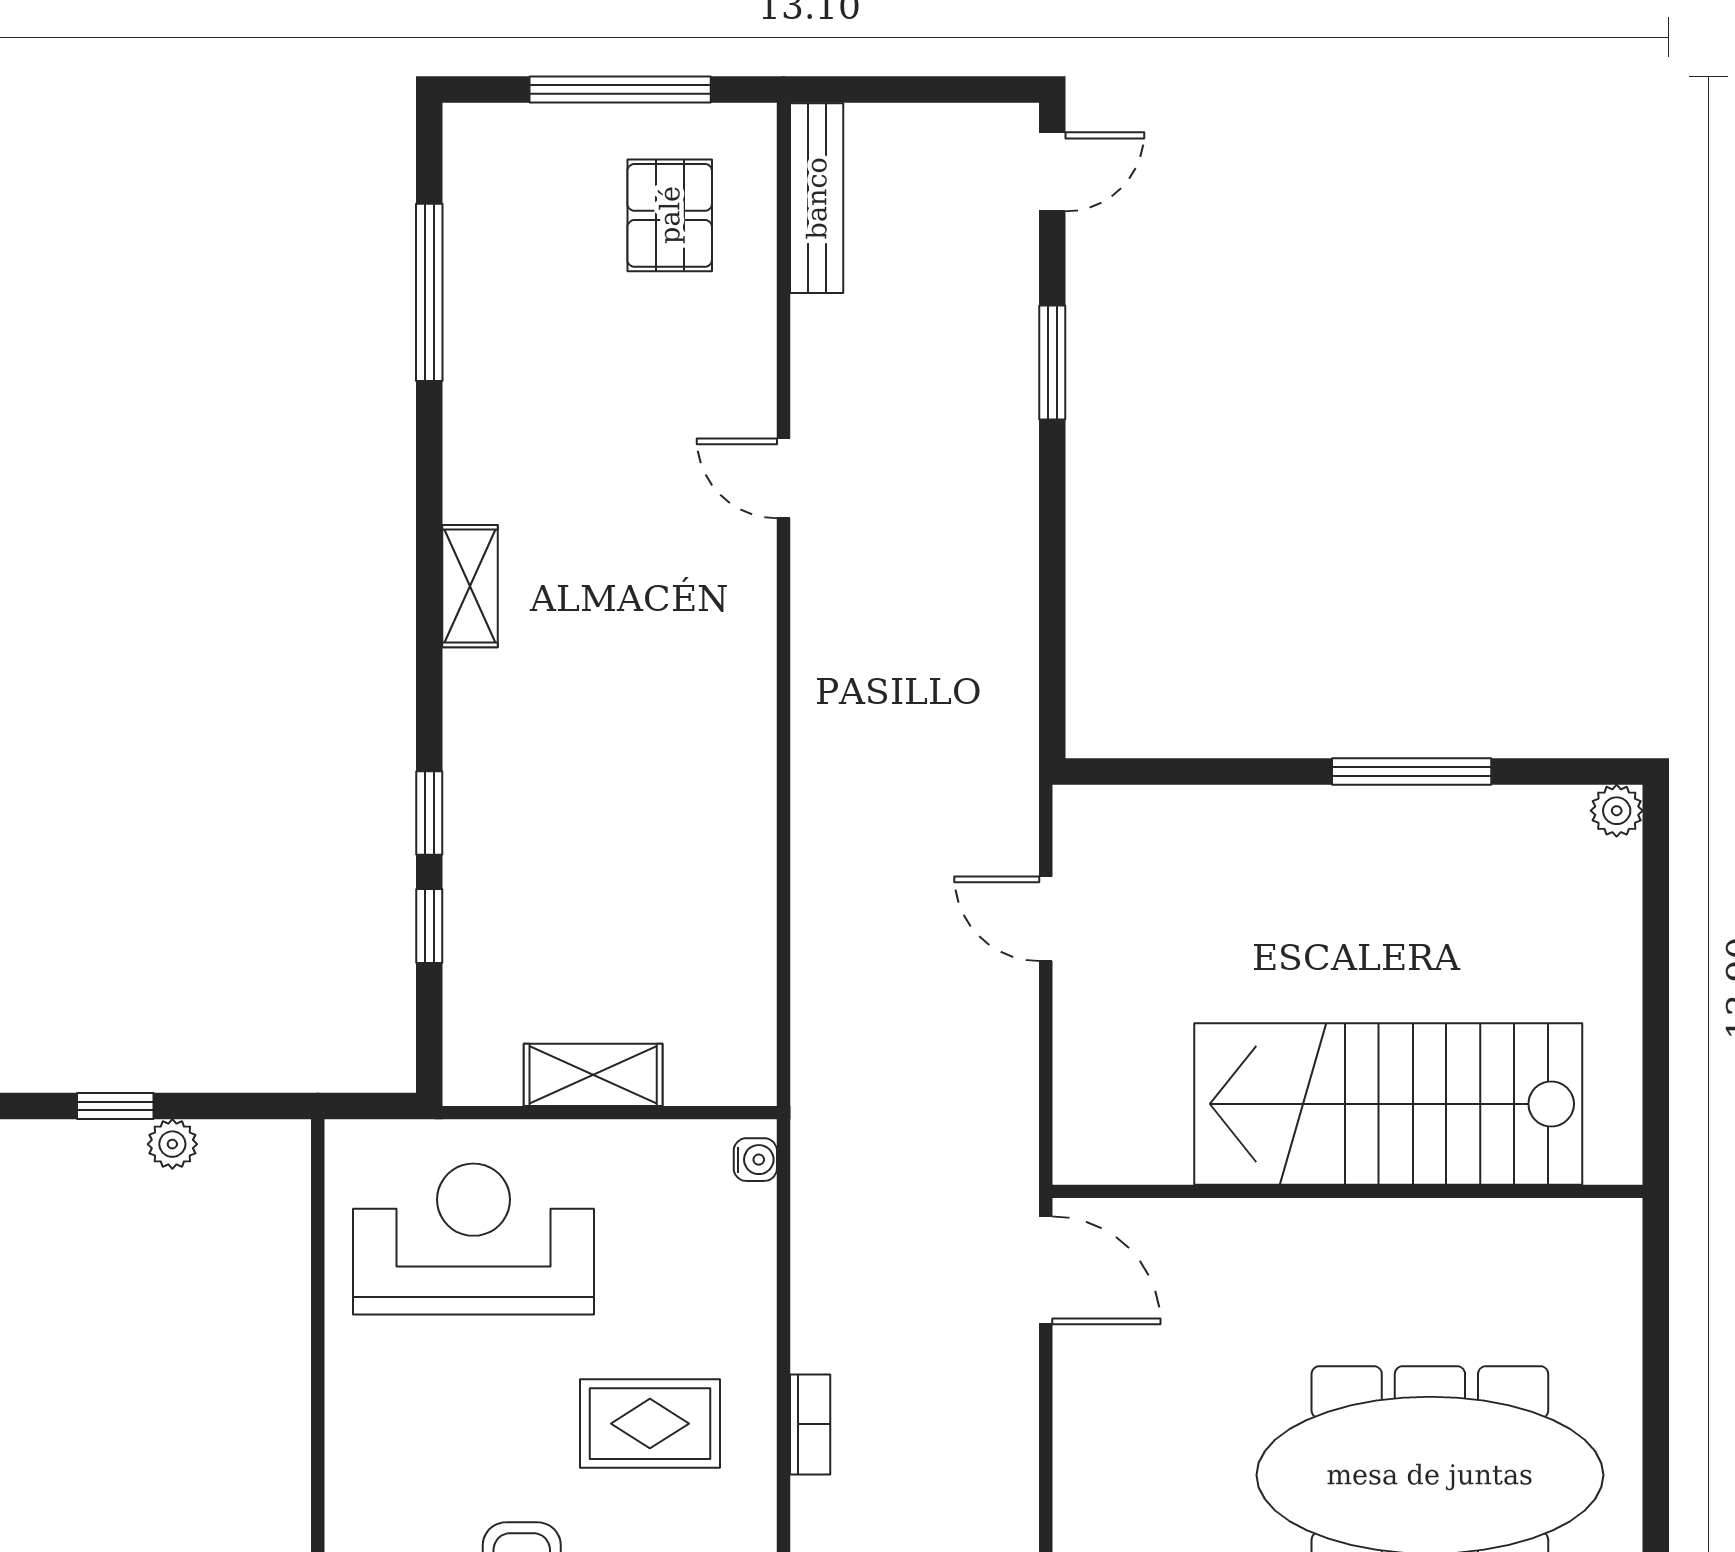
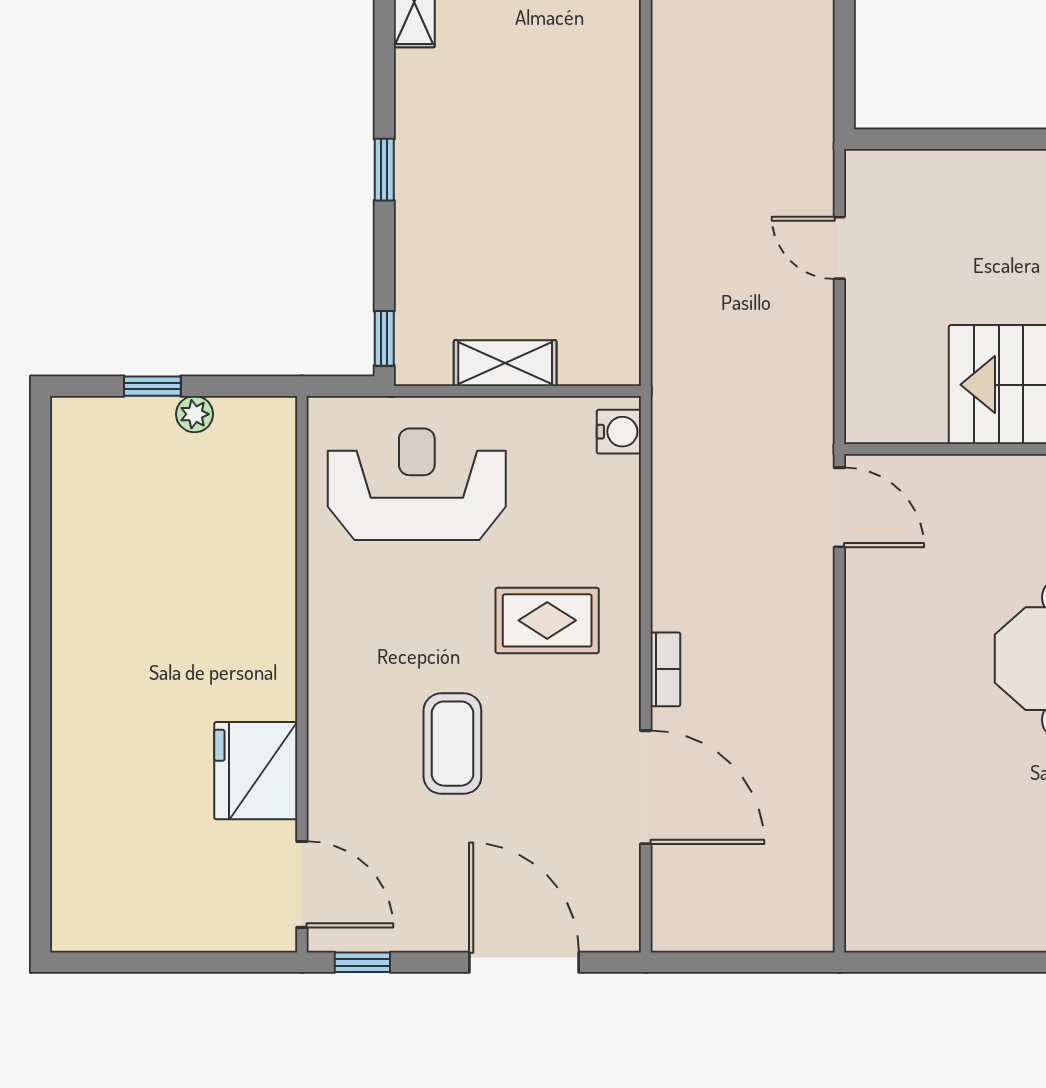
window: (429, 926) -> (384, 338), moved
water cooler: (755, 1160) -> (619, 432), width x1.38, depth x1.38
bookcase: (810, 1424) -> (665, 669), moved

